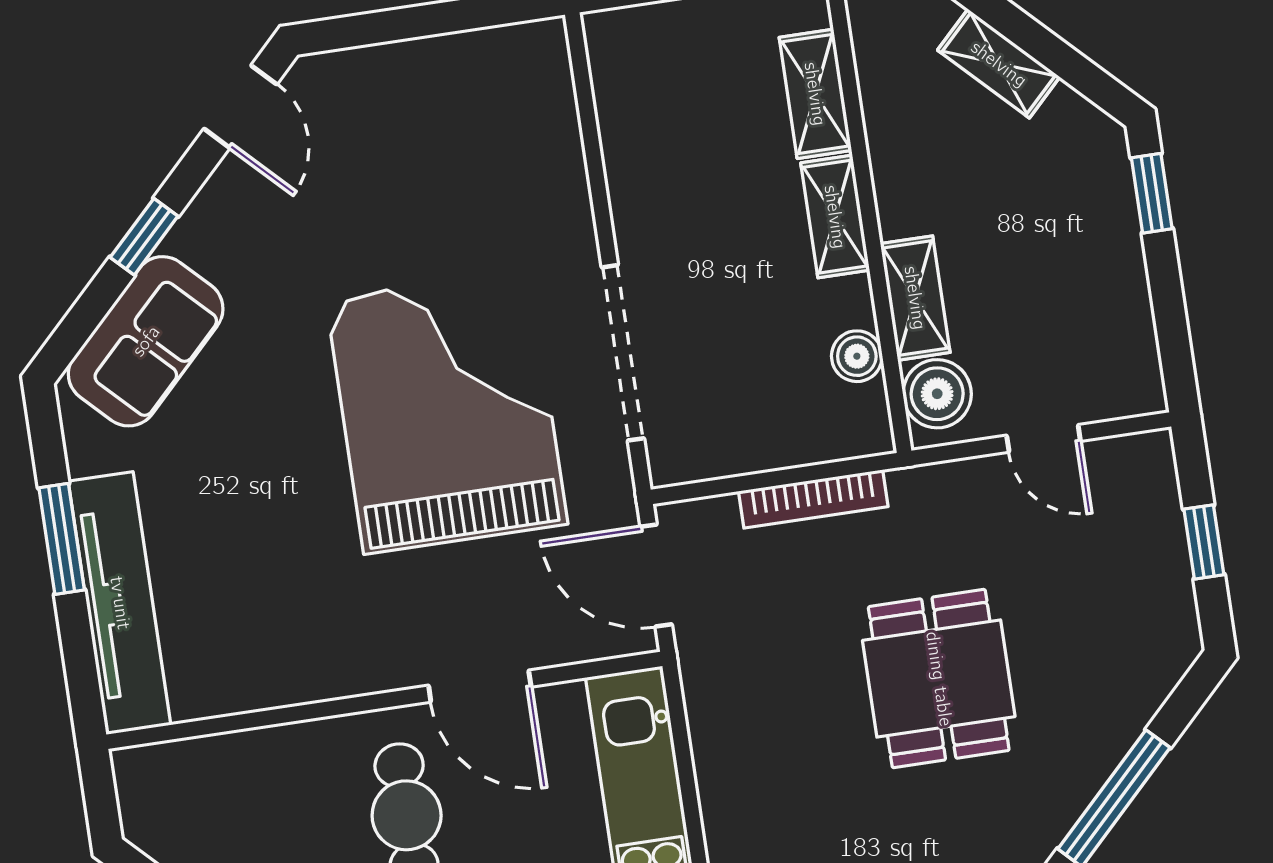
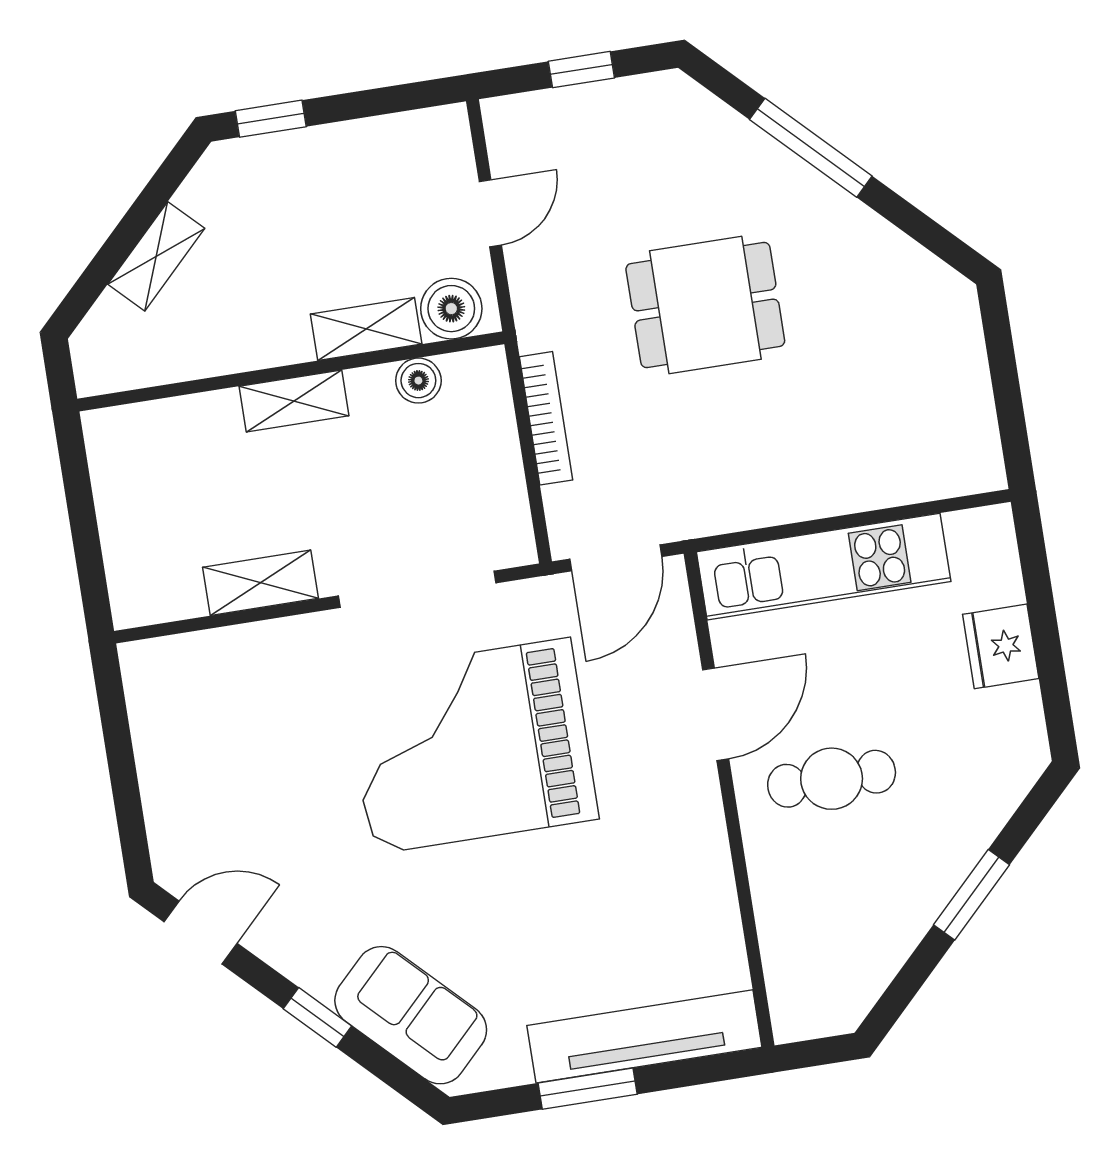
shelving: (815, 94) -> (260, 583), moved

